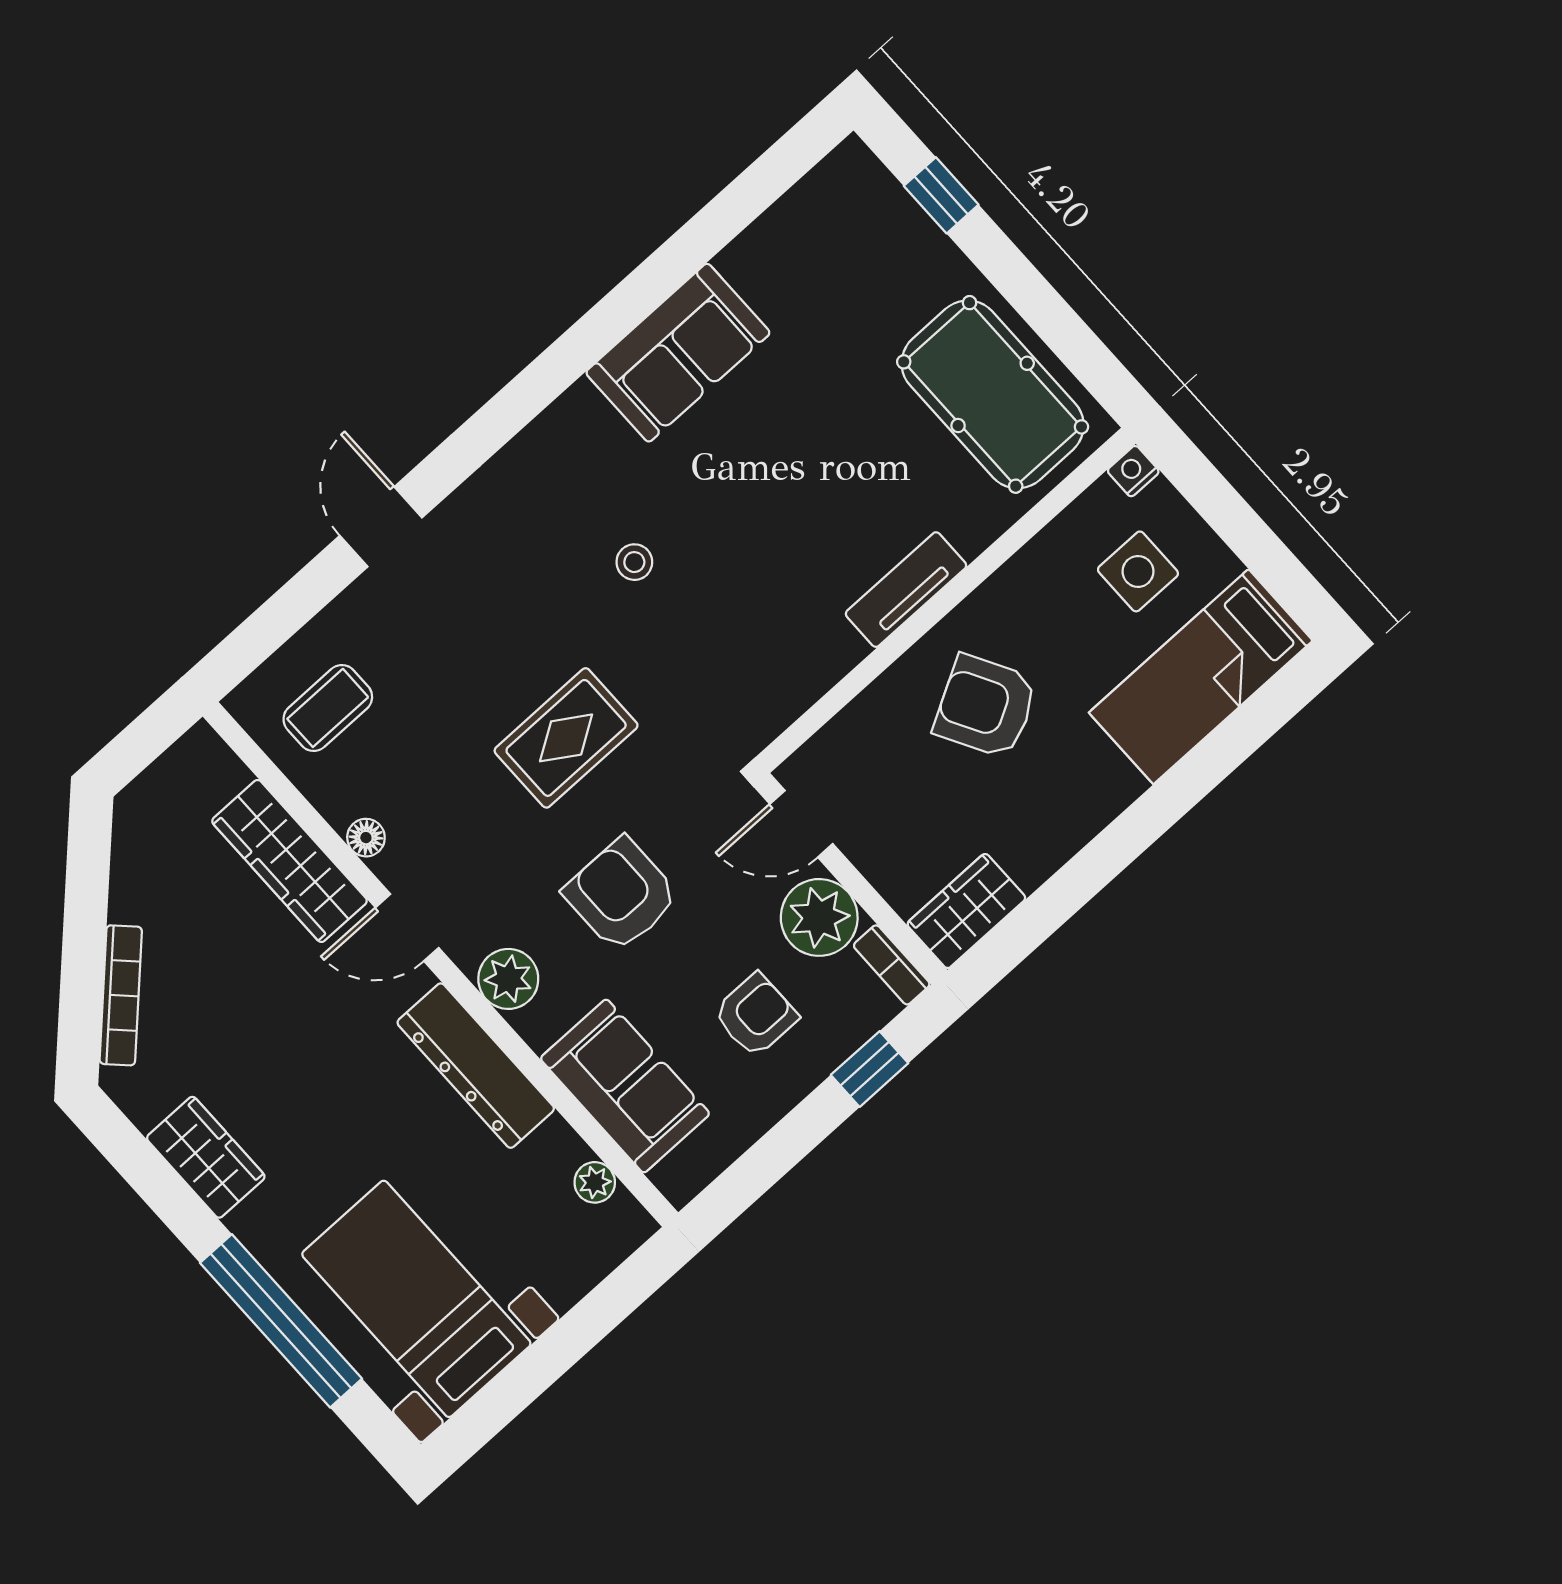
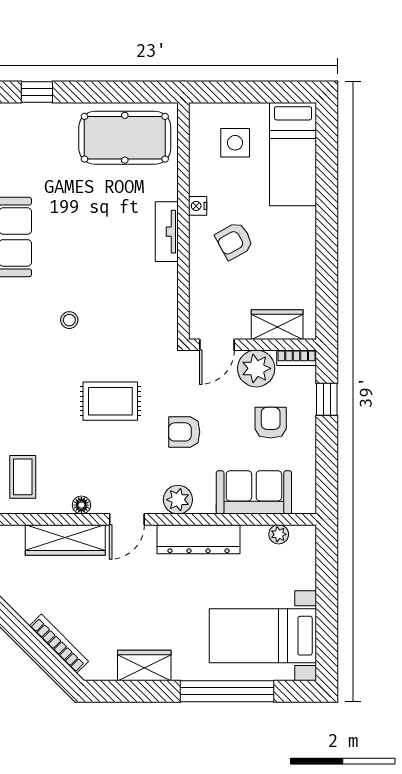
nightstand: (1133, 471) -> (198, 206), moved
armchair: (986, 706) -> (234, 241), width x0.72, depth x0.72
rug: (566, 738) -> (110, 401), turned 90
armchair: (621, 895) -> (184, 432), width x0.72, depth x0.72
wardrobe: (966, 911) -> (277, 325), moved, turned 90

